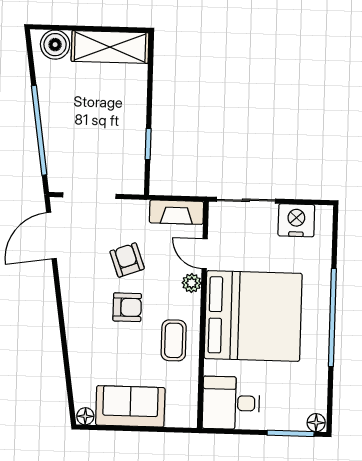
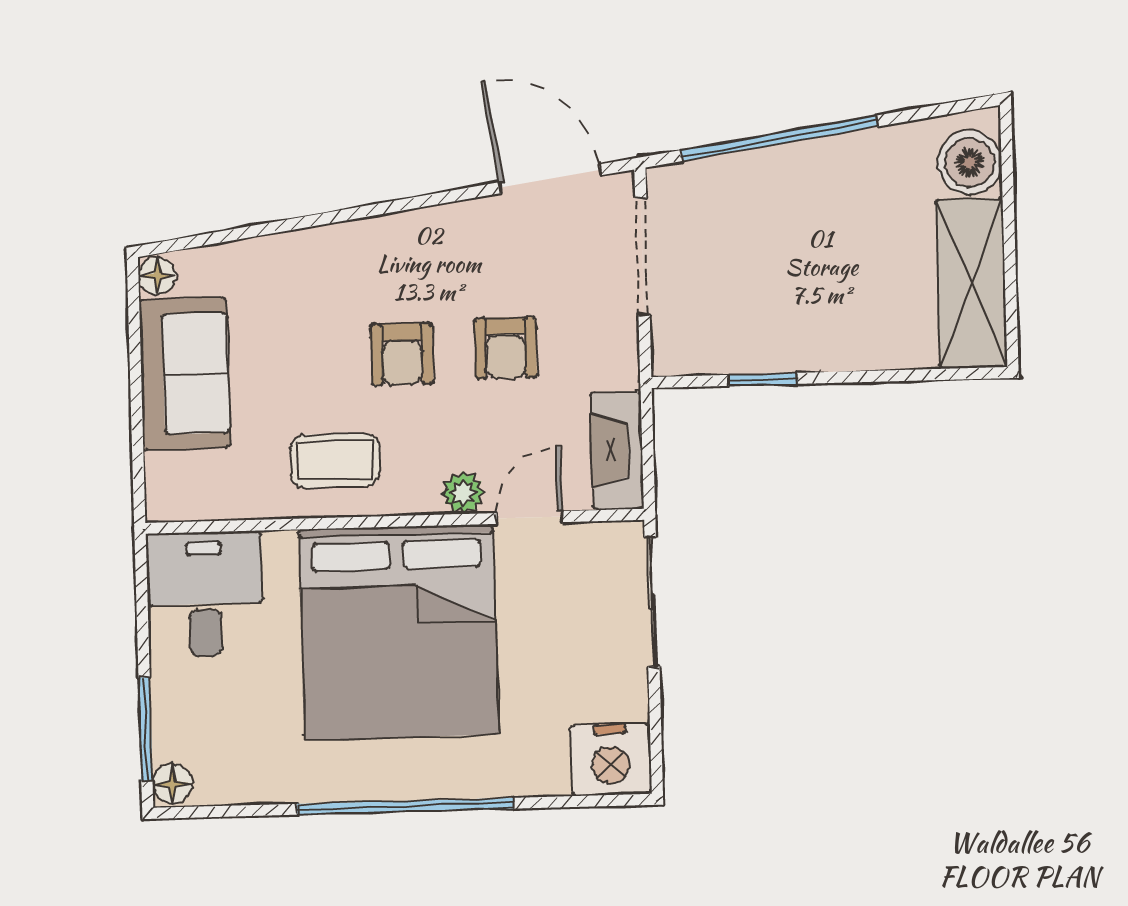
nightstand: (296, 220) -> (611, 760), moved, turned 90
armchair: (127, 260) -> (506, 348), turned 110

